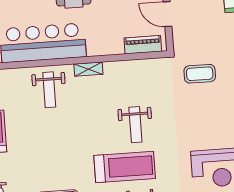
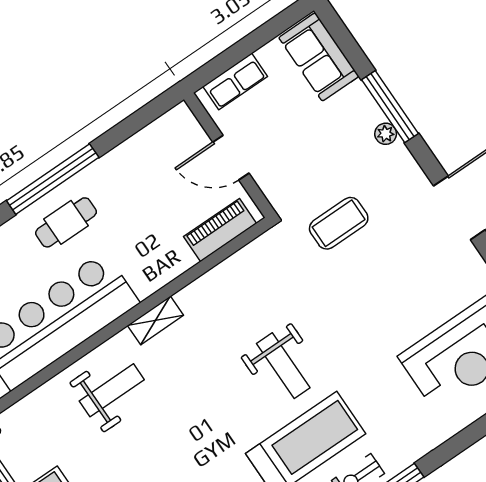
weight bench: (49, 90) -> (112, 390), turned -90

